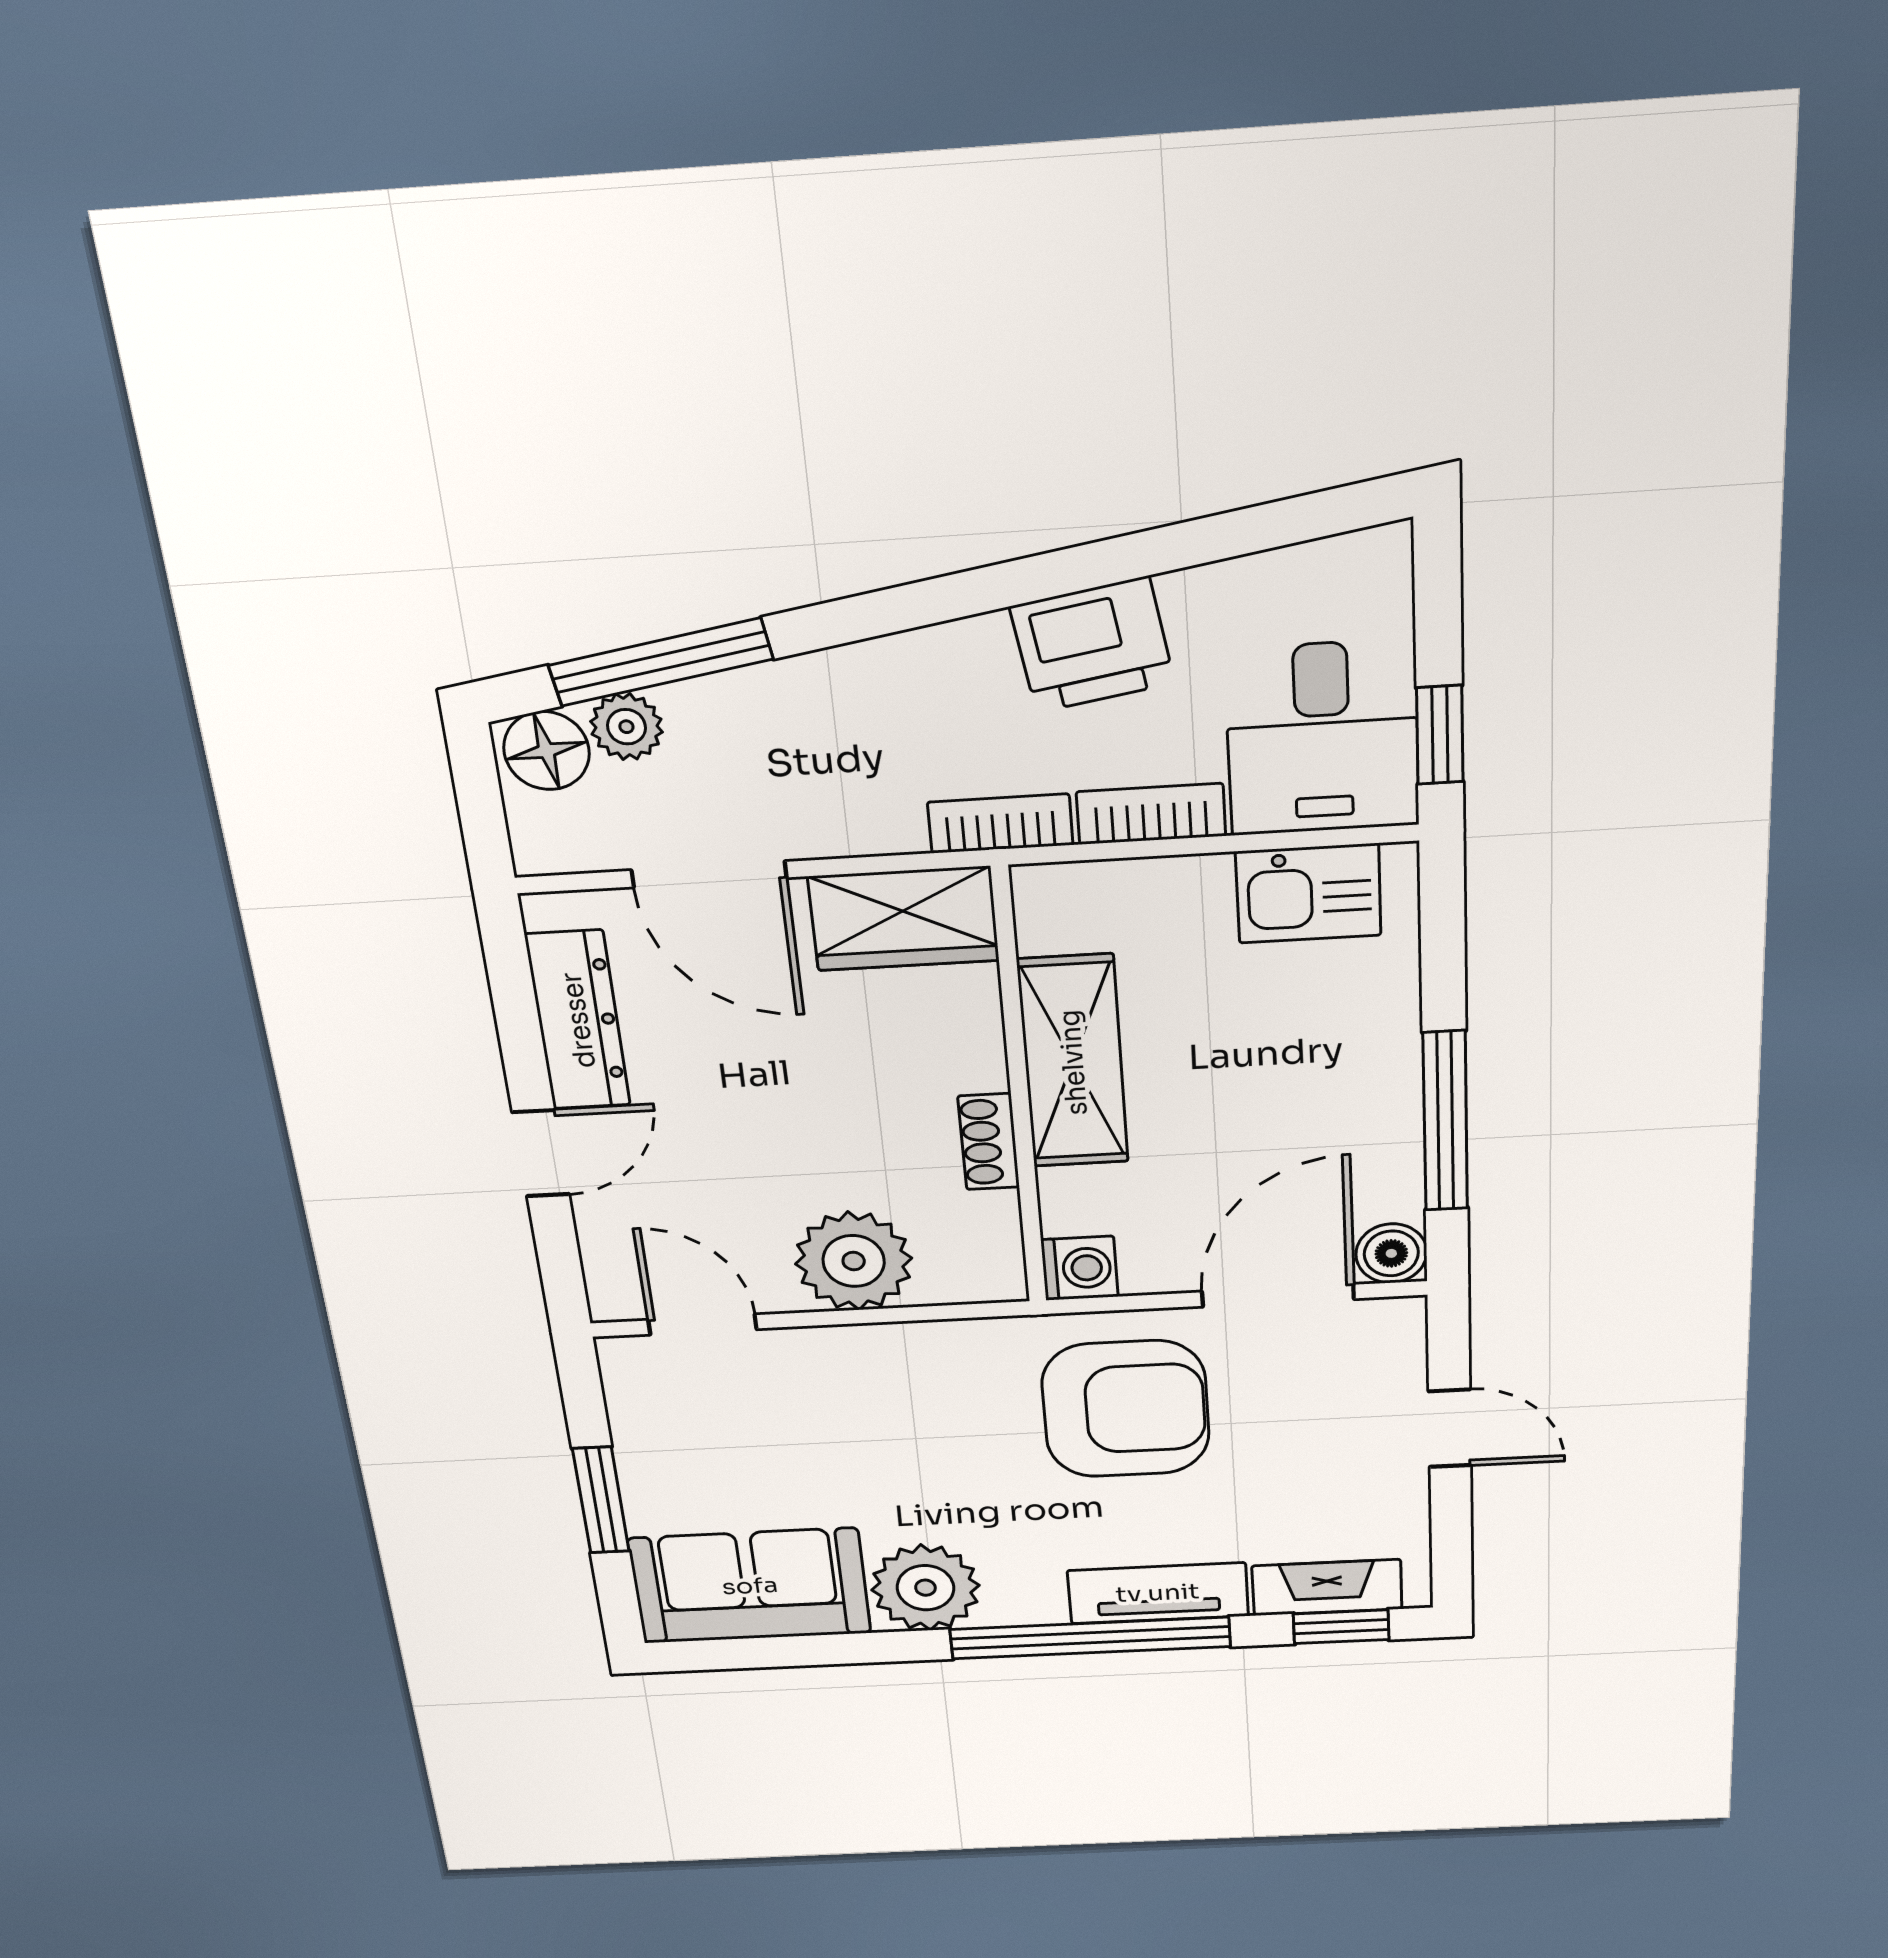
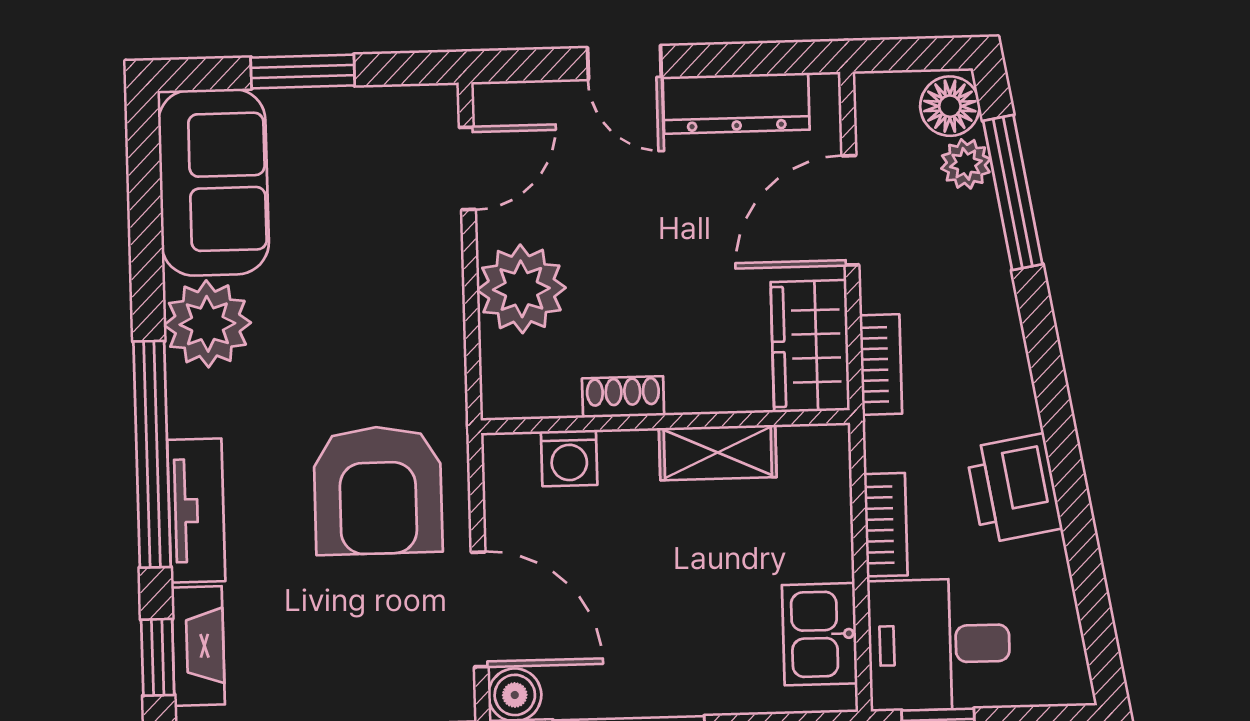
bookcase: (1000, 824) -> (881, 364), moved
shelving: (1073, 1062) -> (718, 453), width x0.67, depth x0.75
washing machine: (1079, 1268) -> (569, 458), moved

